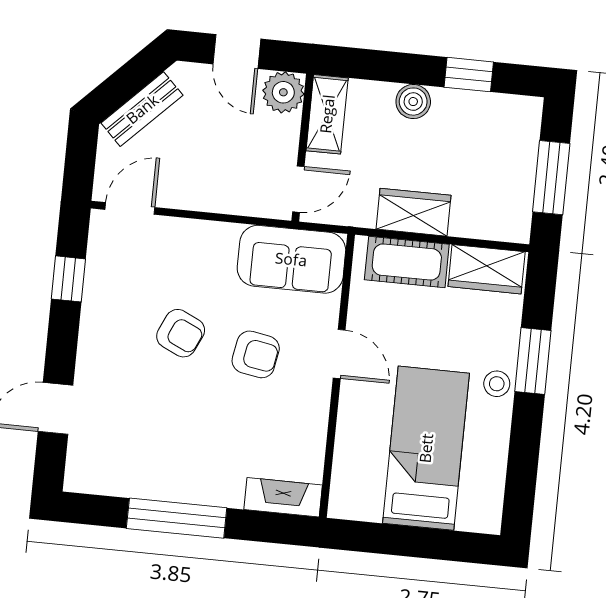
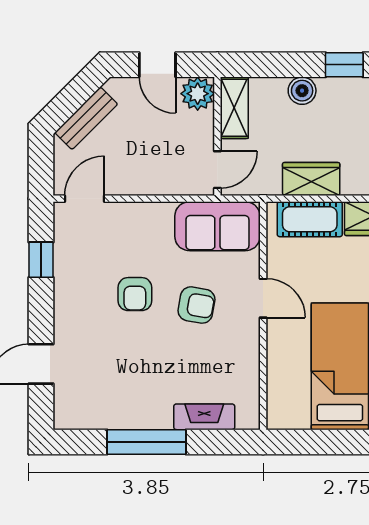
armchair: (181, 333) -> (135, 294), turned 65
fireplace: (283, 497) -> (204, 417), moved

